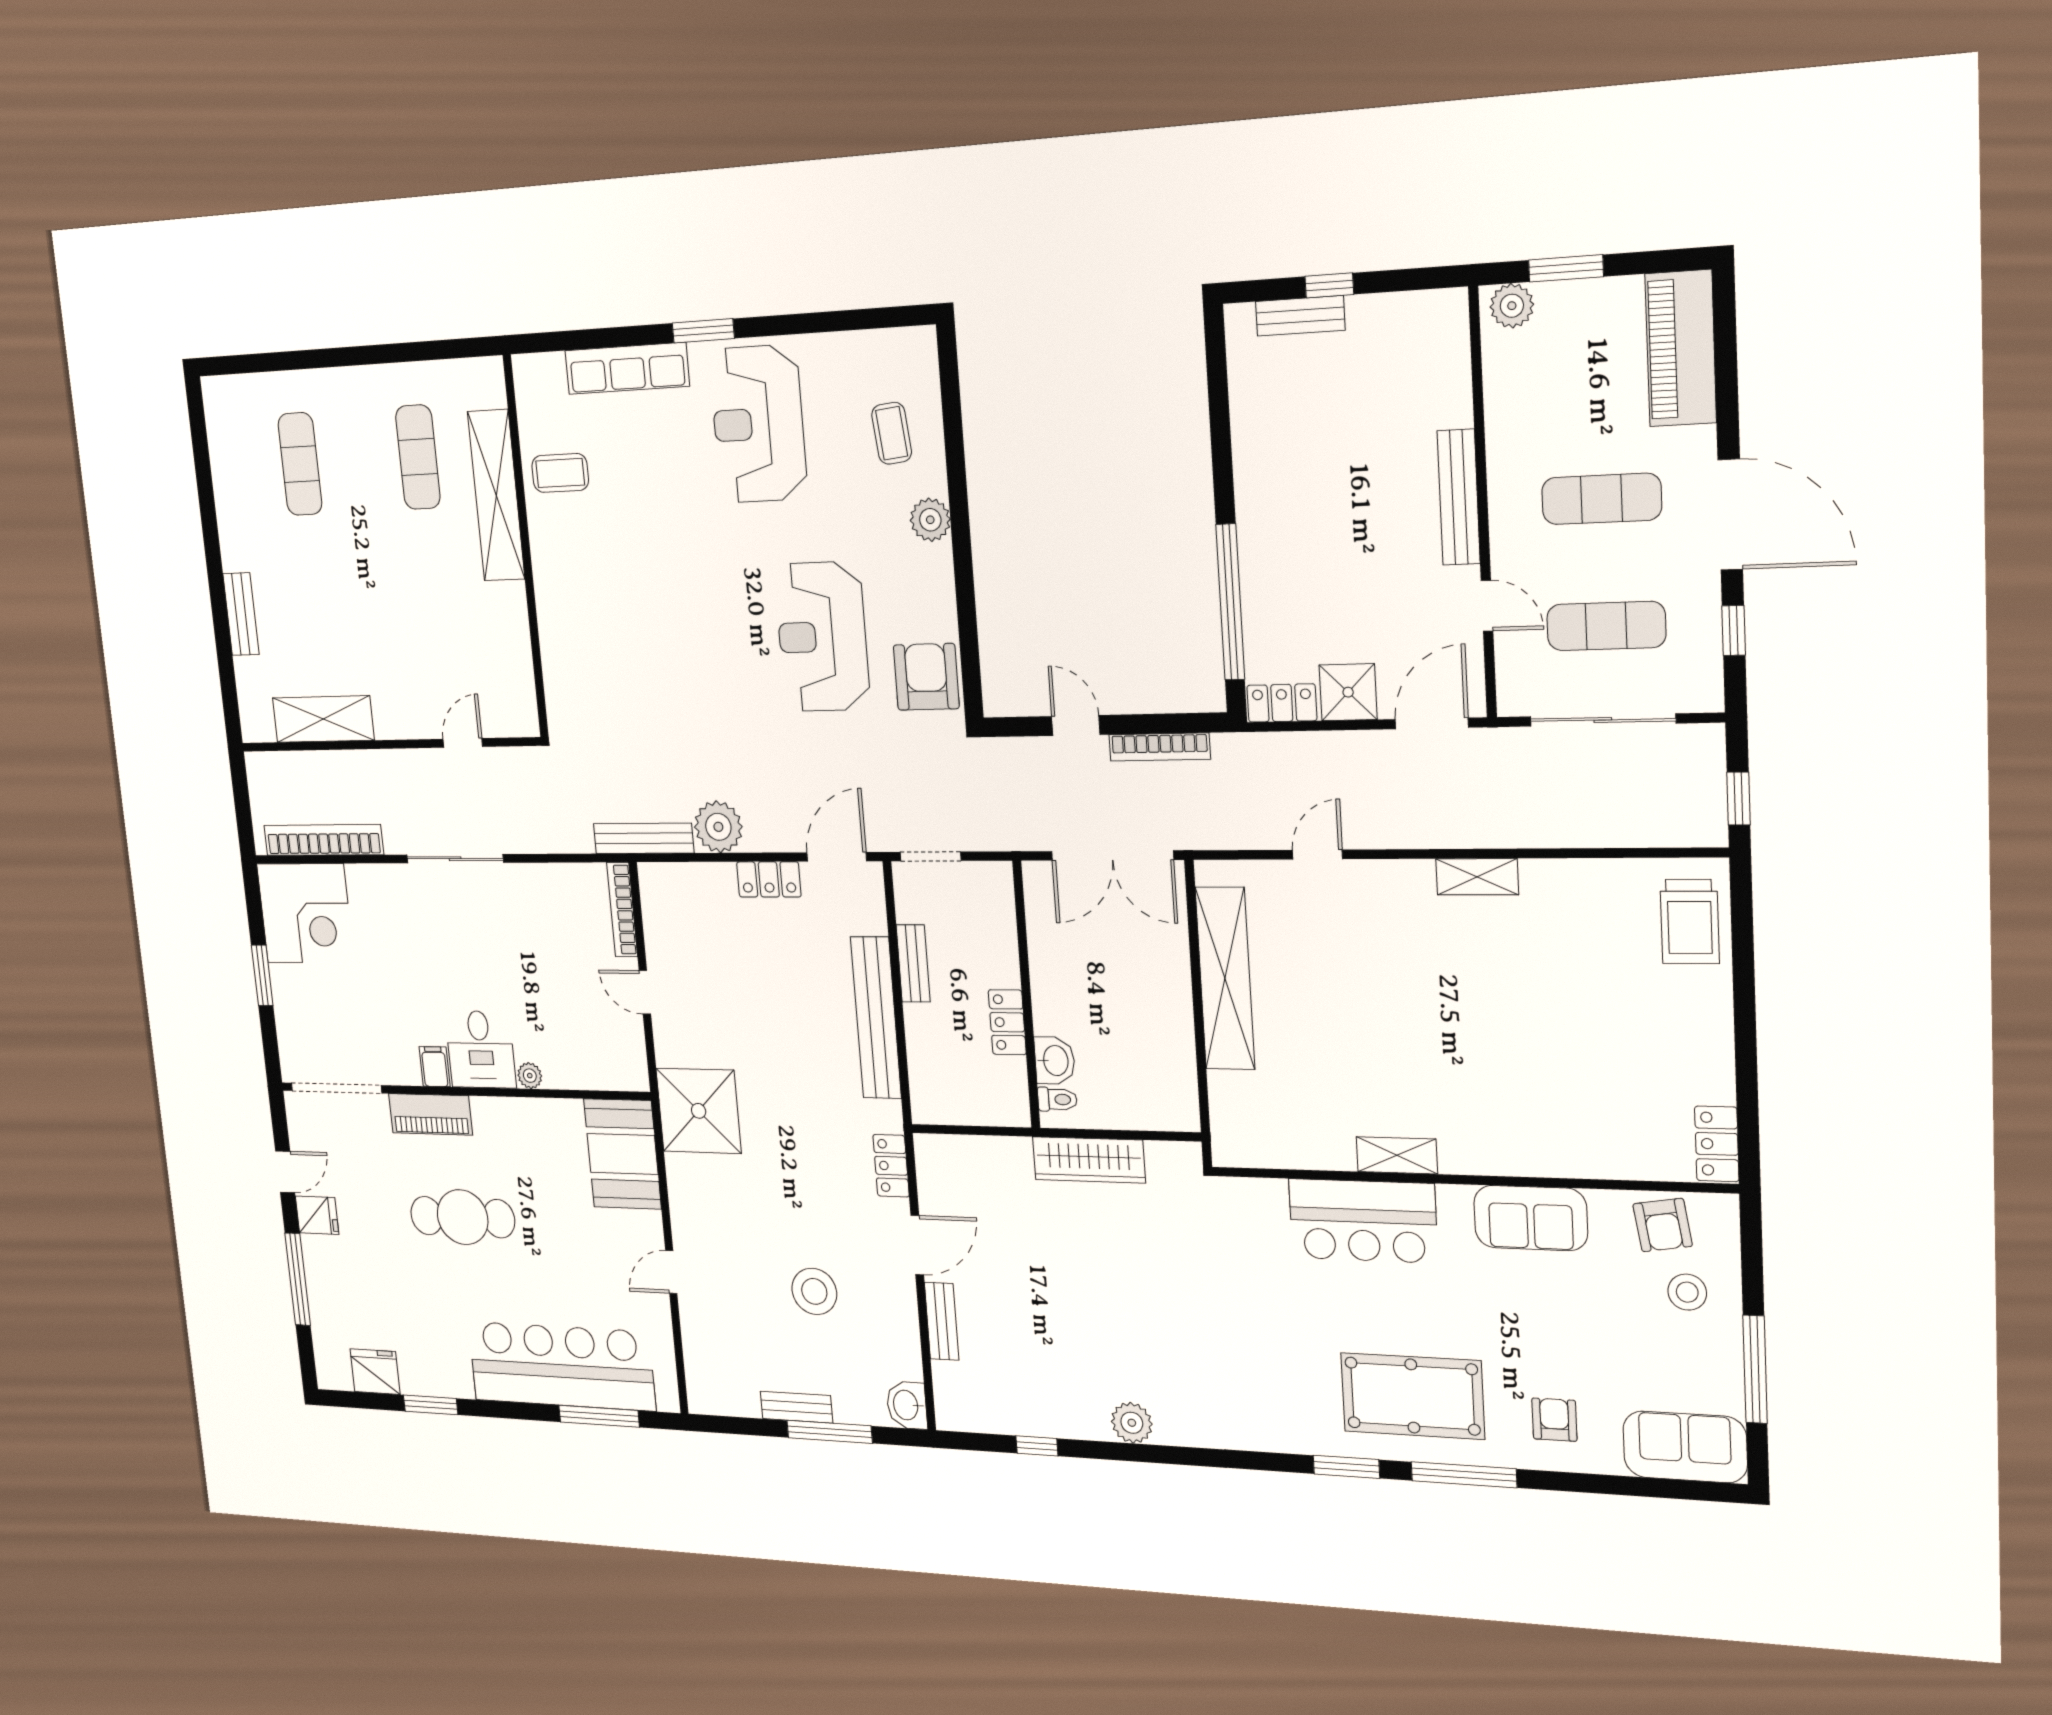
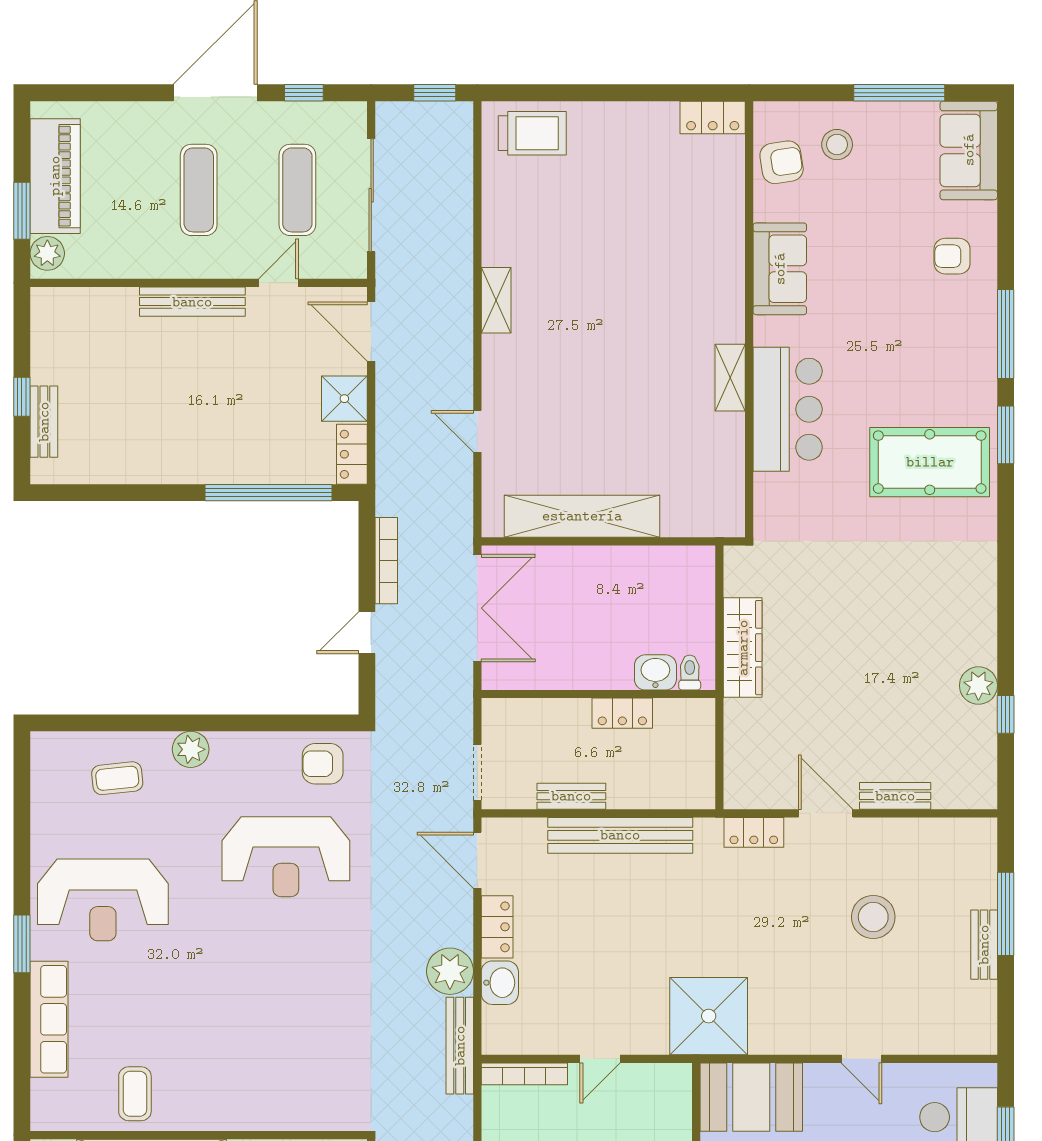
piano: (1681, 348) -> (55, 176), moved, turned -90
armchair: (926, 677) -> (323, 764), width x0.72, depth x0.72
pool table: (1412, 1396) -> (930, 462), moved, turned 90
washbasin: (907, 1405) -> (500, 983), moved, turned -90
plant: (1132, 1423) -> (978, 686), moved

